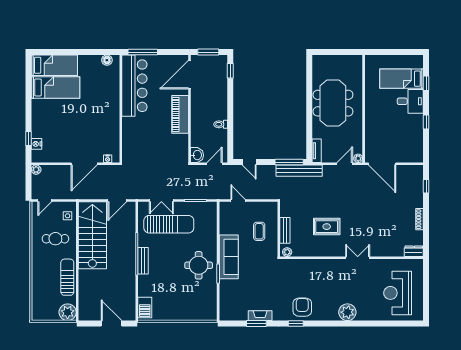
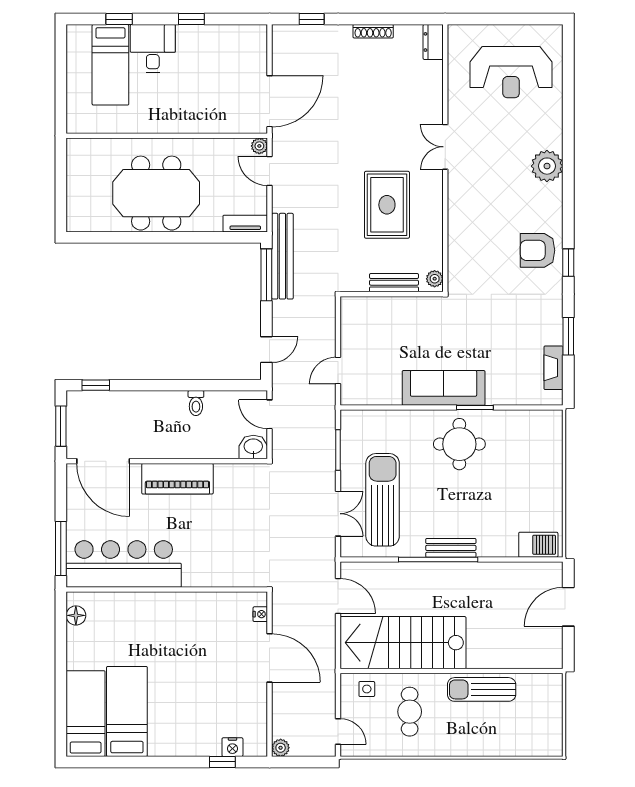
rug: (327, 227) -> (387, 205), width x1.36, depth x1.43
coffee table: (259, 231) -> (396, 331), removed
plant: (68, 312) -> (547, 689), removed
fireplace: (260, 316) -> (554, 368), moved

